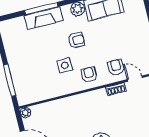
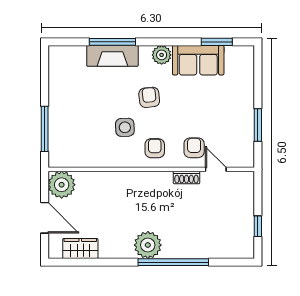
armchair: (76, 40) -> (149, 97), turned -96
plant: (26, 113) -> (62, 185), width x1.88, depth x1.88

